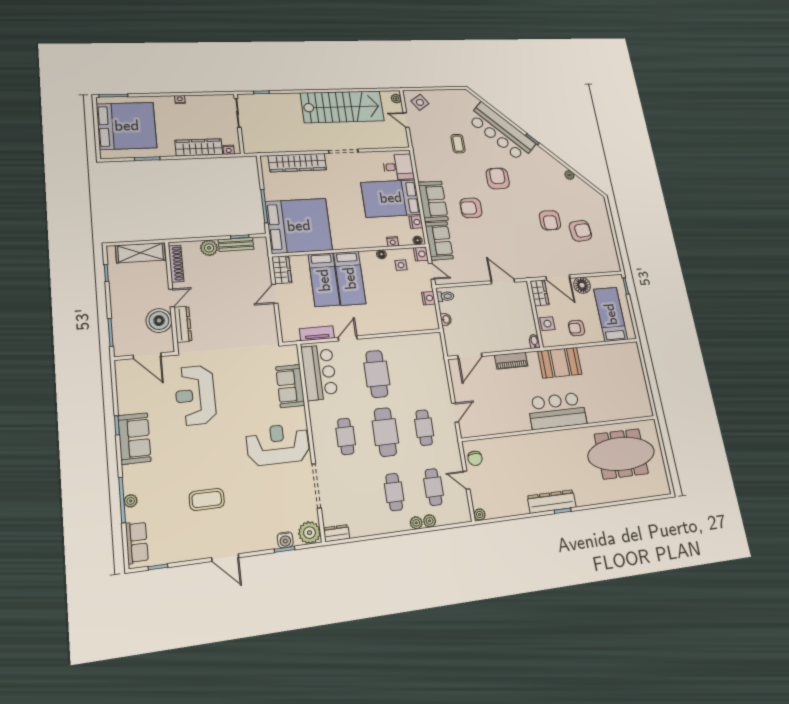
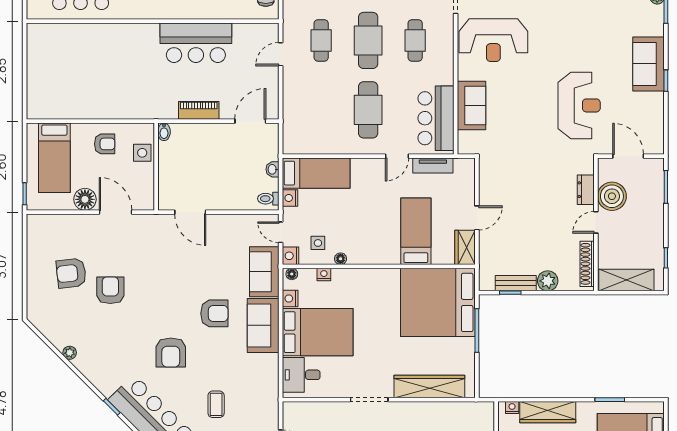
bed: (350, 278) -> (316, 173), moved, turned 90
wardrobe: (539, 293) -> (145, 194), removed
dresser: (183, 324) -> (586, 190), width x0.70
booth: (560, 363) -> (136, 102), removed
bar counter: (557, 411) -> (196, 43), moved

